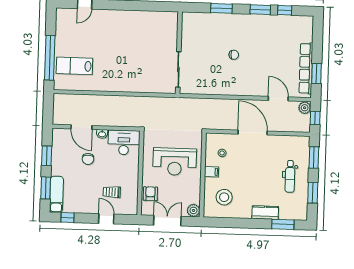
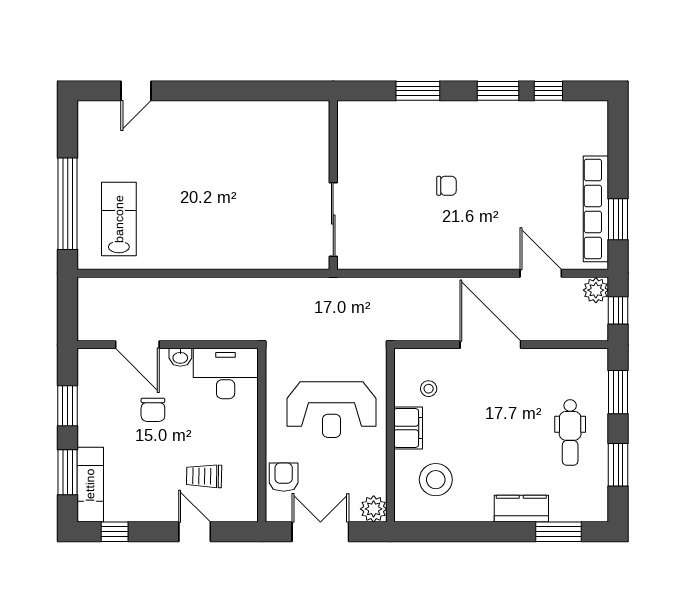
lab bench: (74, 66) -> (119, 219), turned 90
filing cabinet: (212, 172) -> (408, 428), width x2.00

